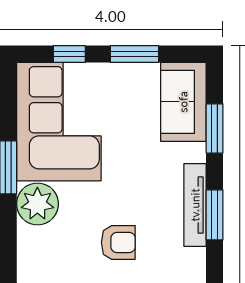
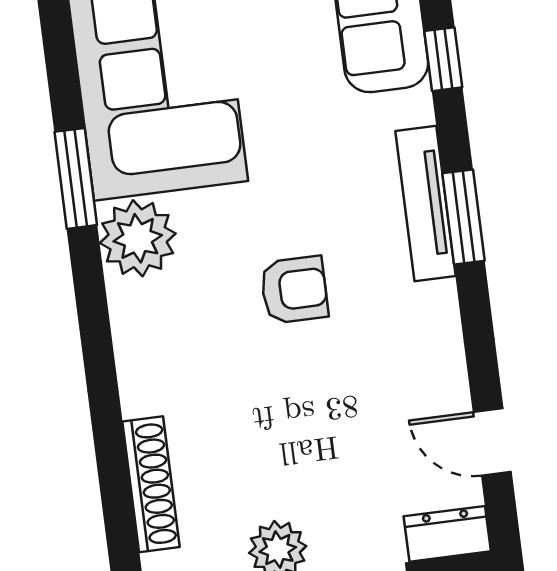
window: (215, 128) -> (443, 59), width x0.67

